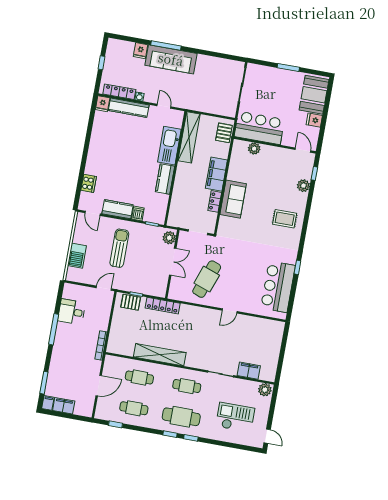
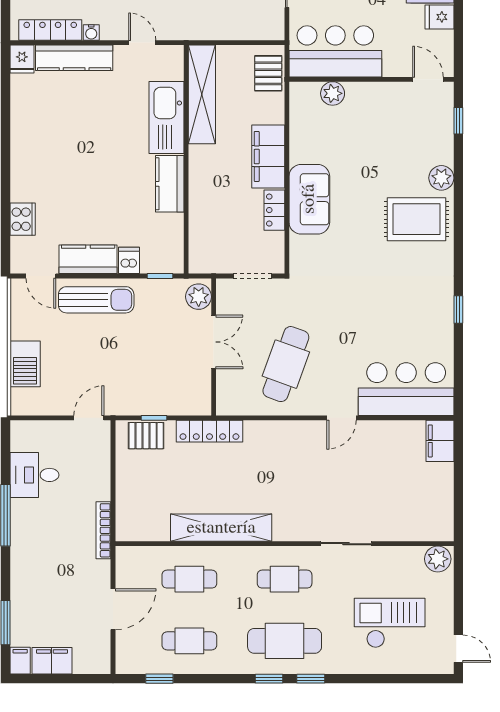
plant: (303, 186) -> (441, 178), moved
rug: (285, 219) -> (417, 219), width x1.36, depth x1.43
sun lounger: (119, 248) -> (96, 300), moved, turned 90
bar counter: (278, 287) -> (406, 389), moved, turned 90
filing cabinet: (249, 371) -> (440, 441), moved, turned -90

